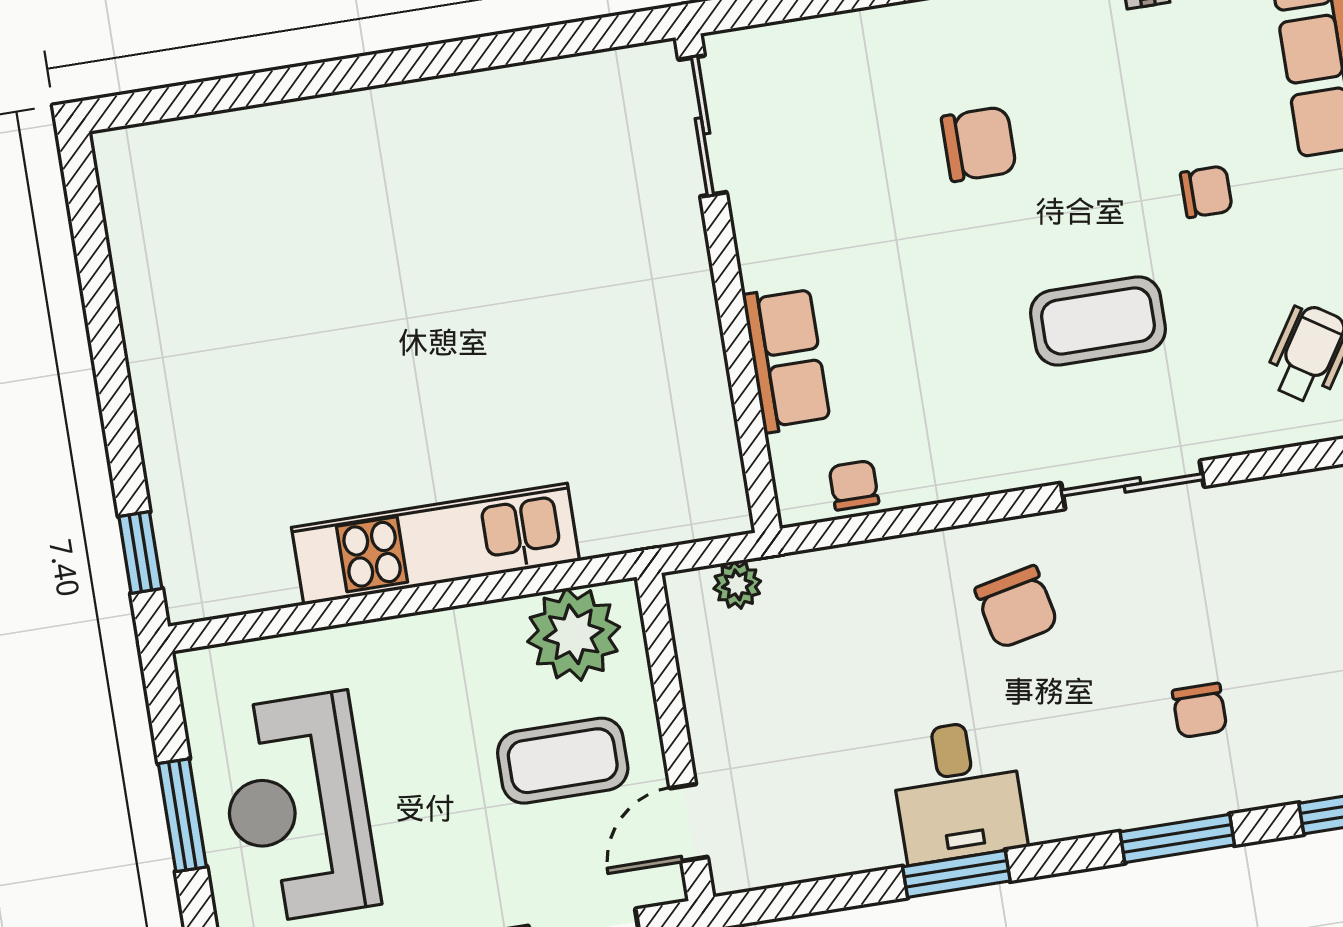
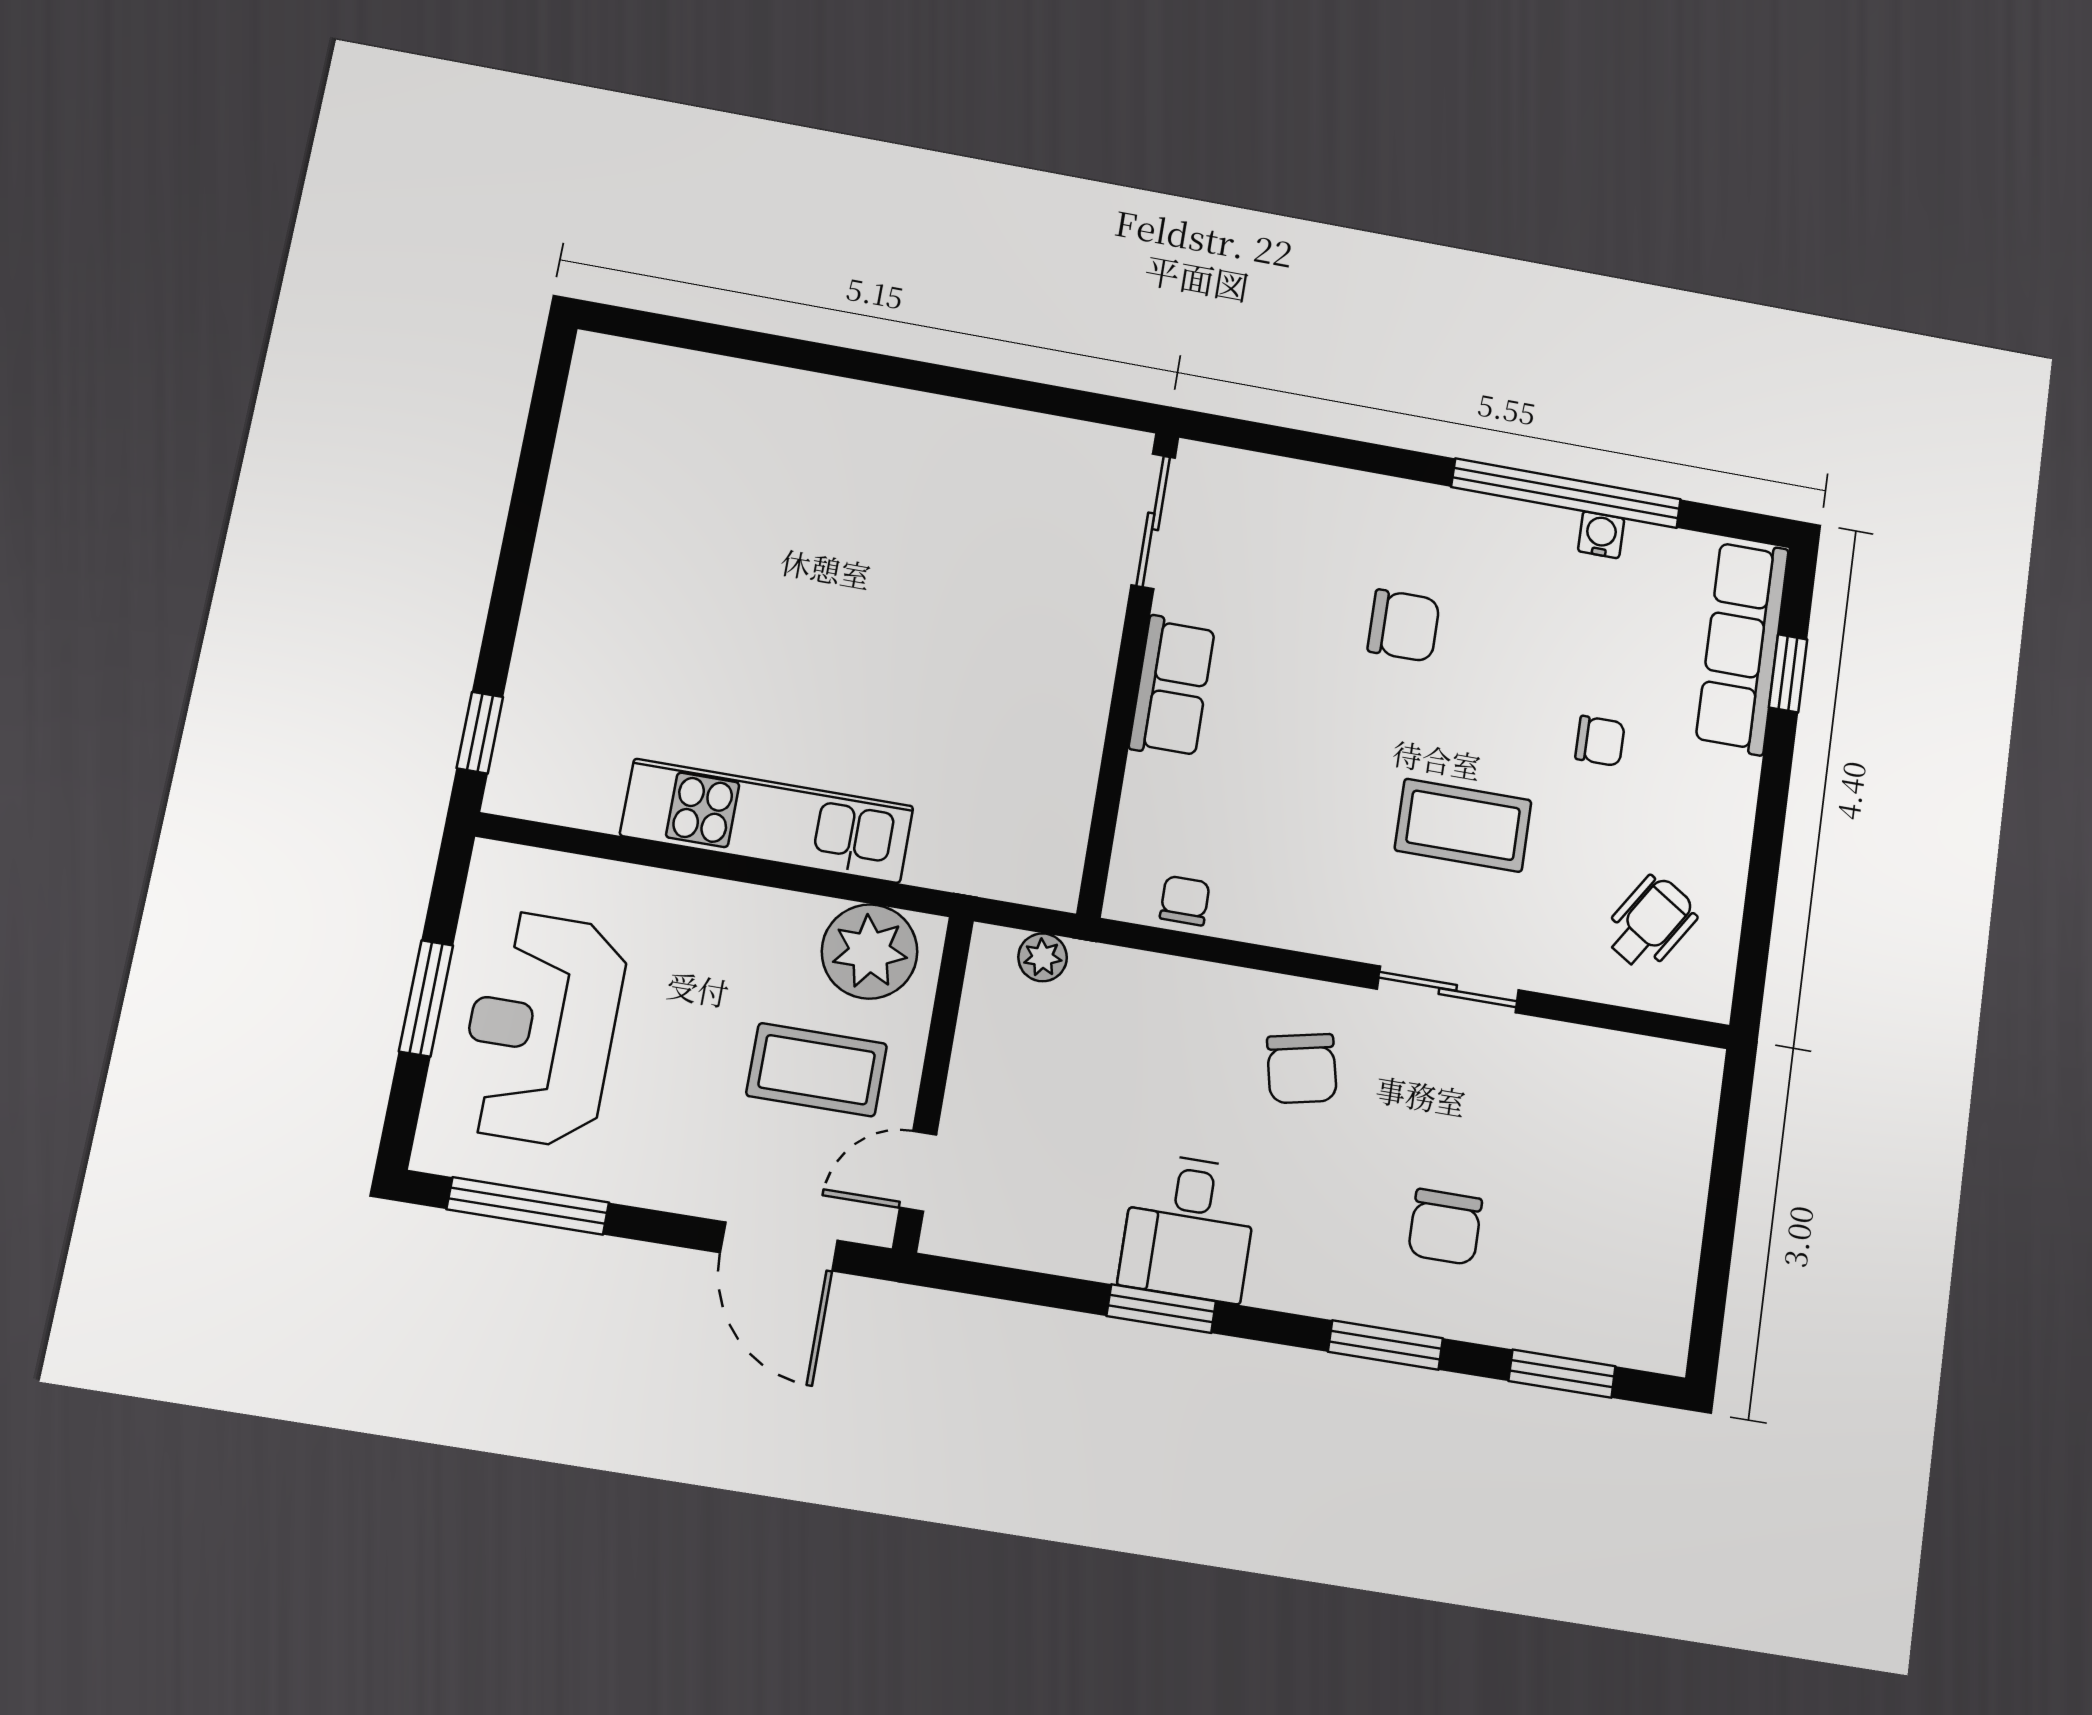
row of seats: (786, 359) -> (1172, 687), moved
chair: (1200, 710) -> (1445, 1227), width x1.37, depth x1.37

